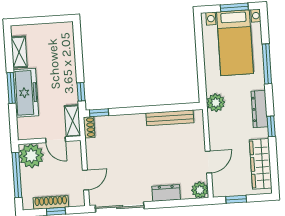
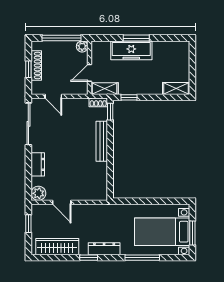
shelving: (19, 52) -> (176, 89), moved
plant: (216, 103) -> (112, 212), removed
bench: (170, 118) -> (102, 141), moved
plant: (31, 156) -> (82, 46), width x0.53, depth x0.53

